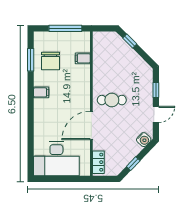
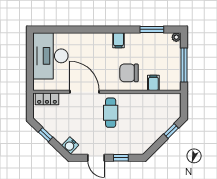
plant: (38, 36) -> (176, 37), added
chair: (51, 61) -> (129, 73), moved

